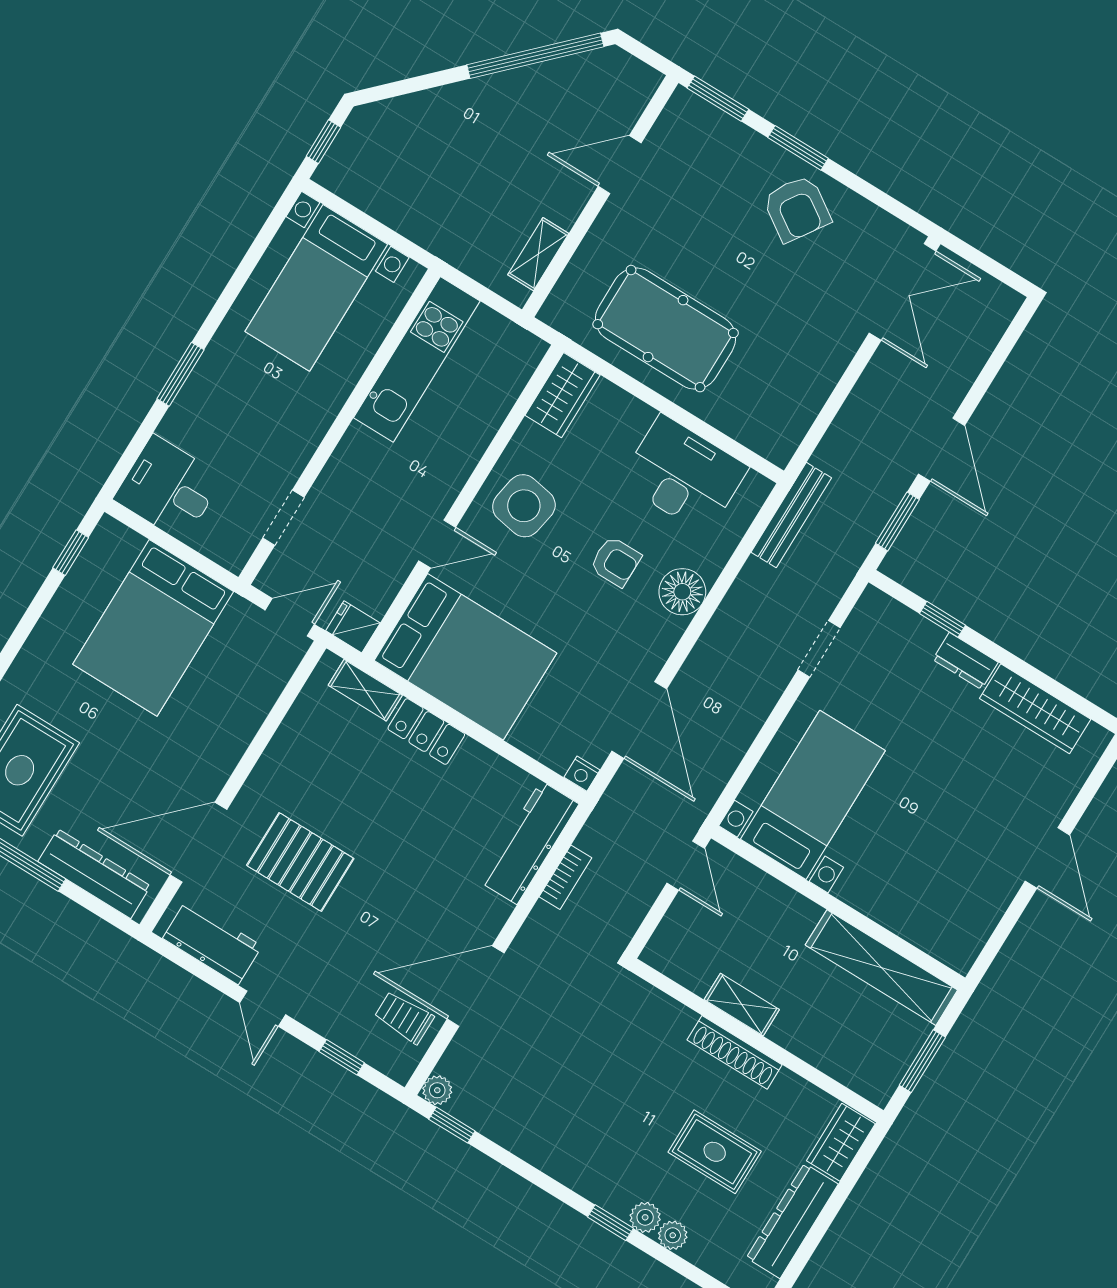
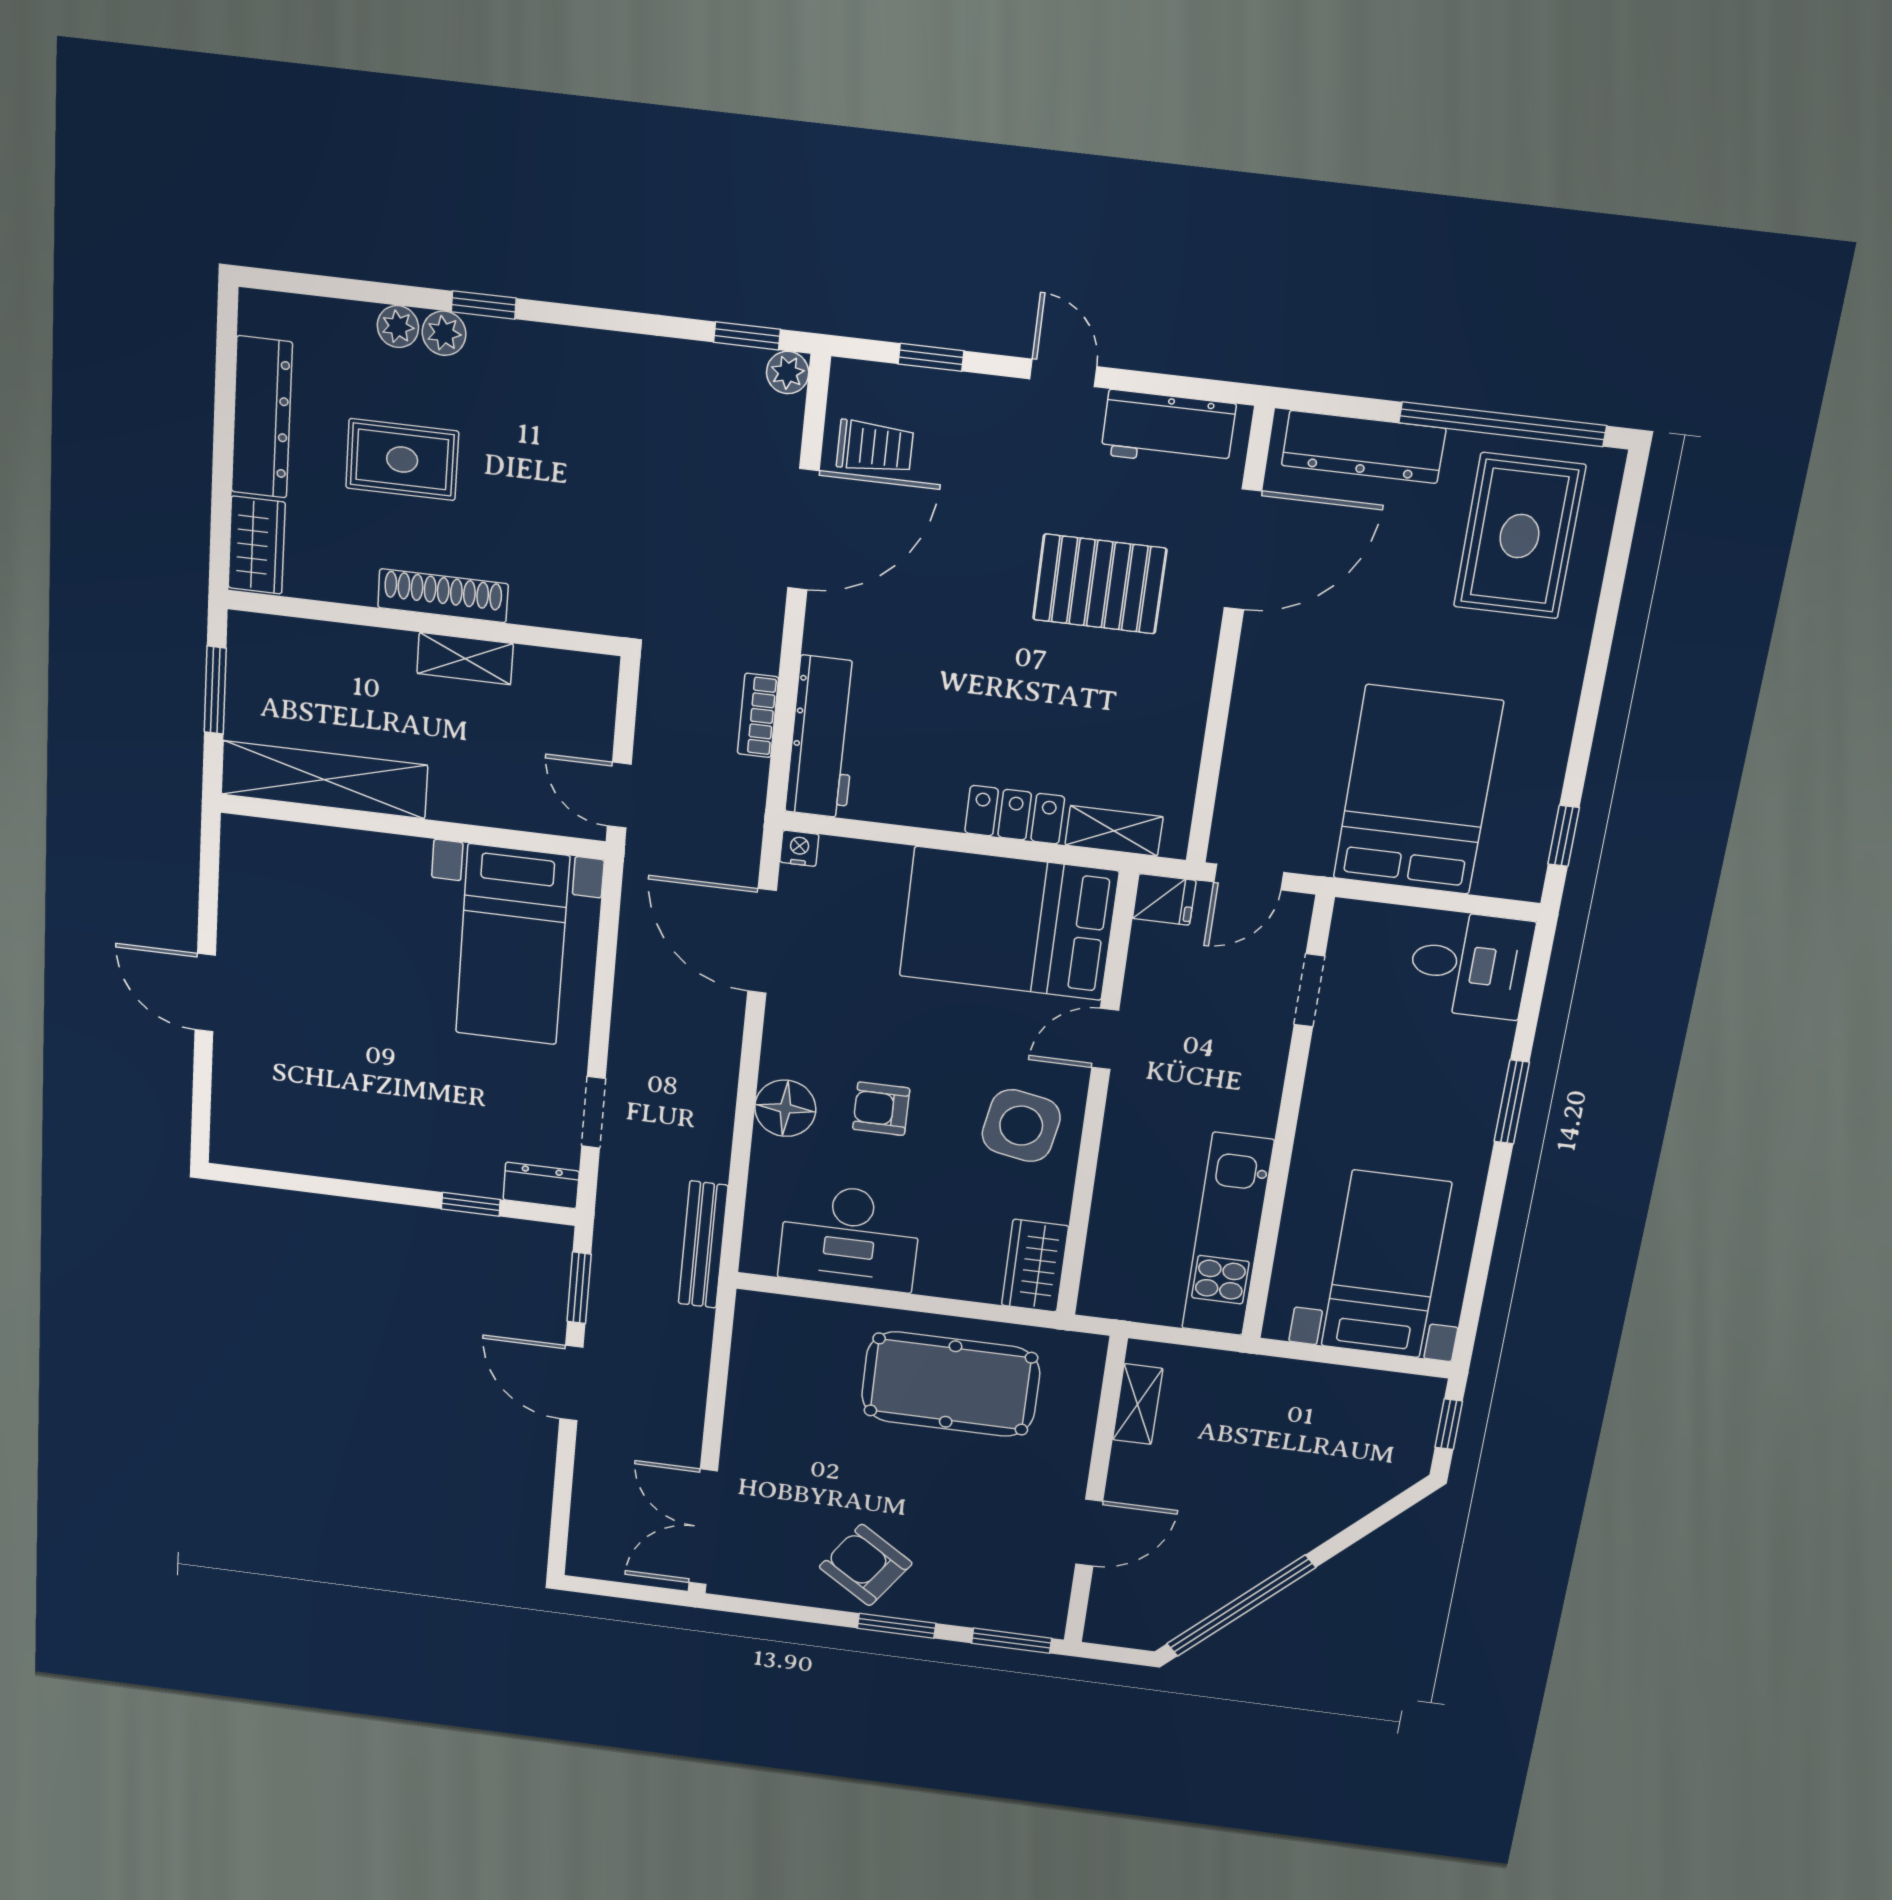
dresser: (965, 661) -> (541, 1185), moved
wardrobe: (1035, 709) -> (313, 1152), removed

